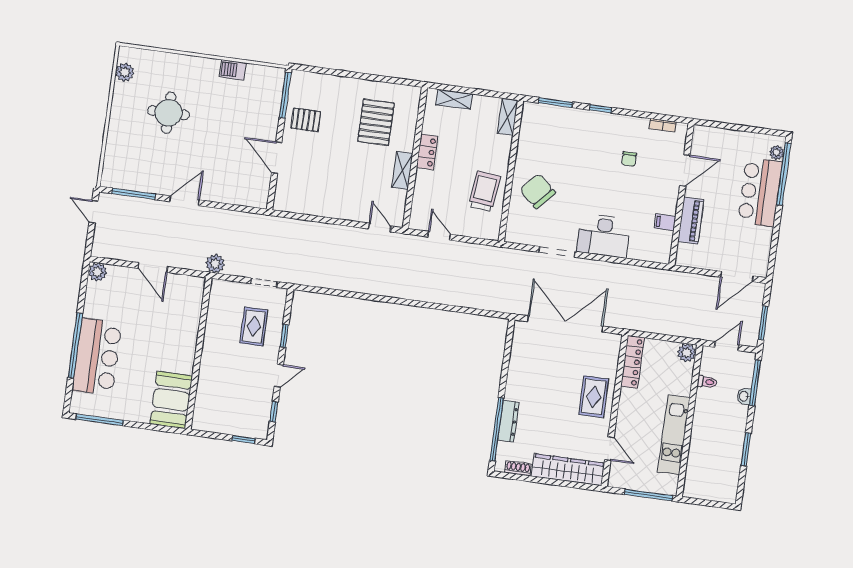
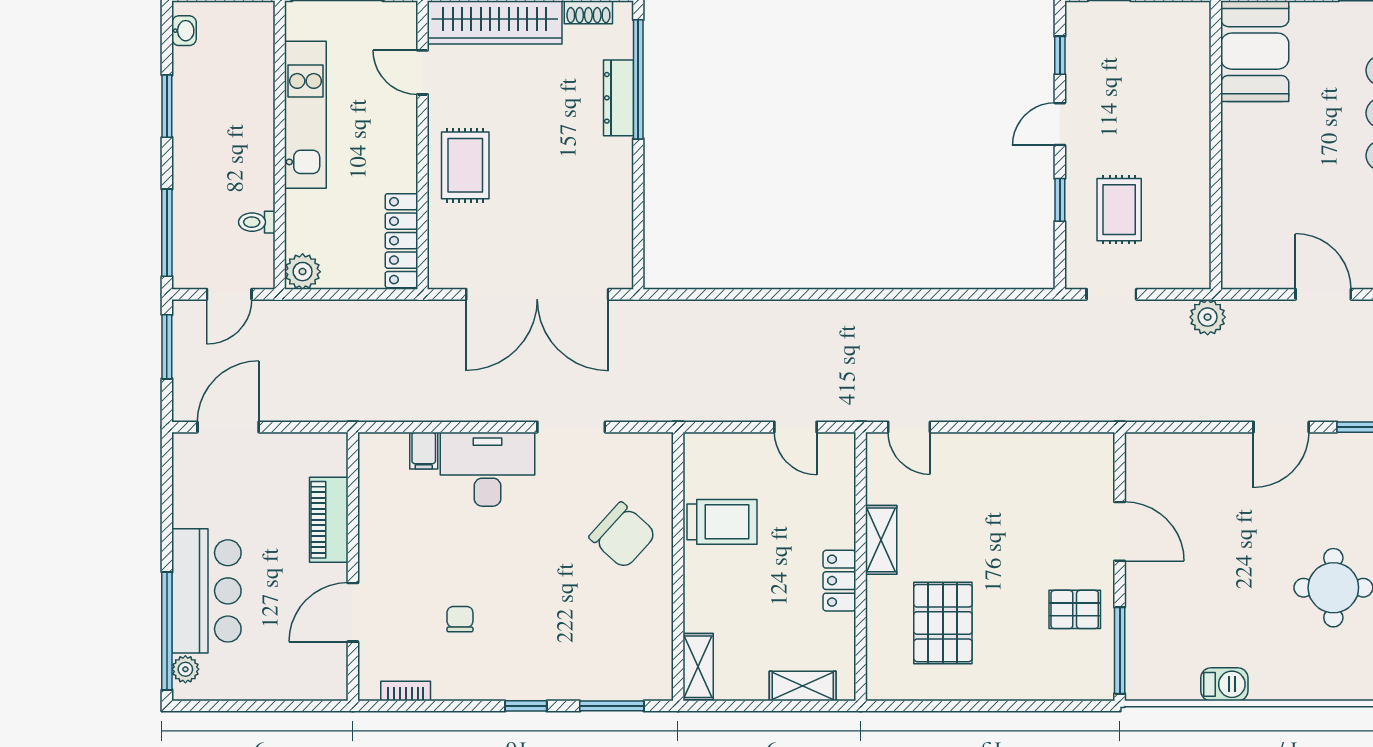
trolley: (485, 191) -> (722, 522), turned -96
filing cabinet: (665, 222) -> (424, 451), moved, turned 90
washbasin: (744, 396) -> (184, 31), moved

